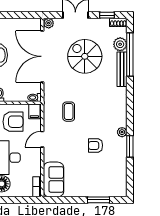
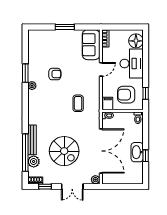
door: (42, 139) -> (101, 69), moved
window: (99, 200) -> (65, 27), moved

